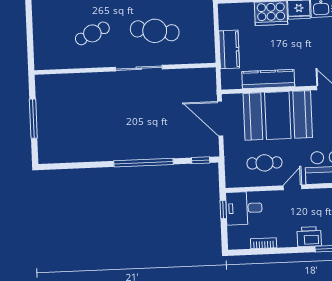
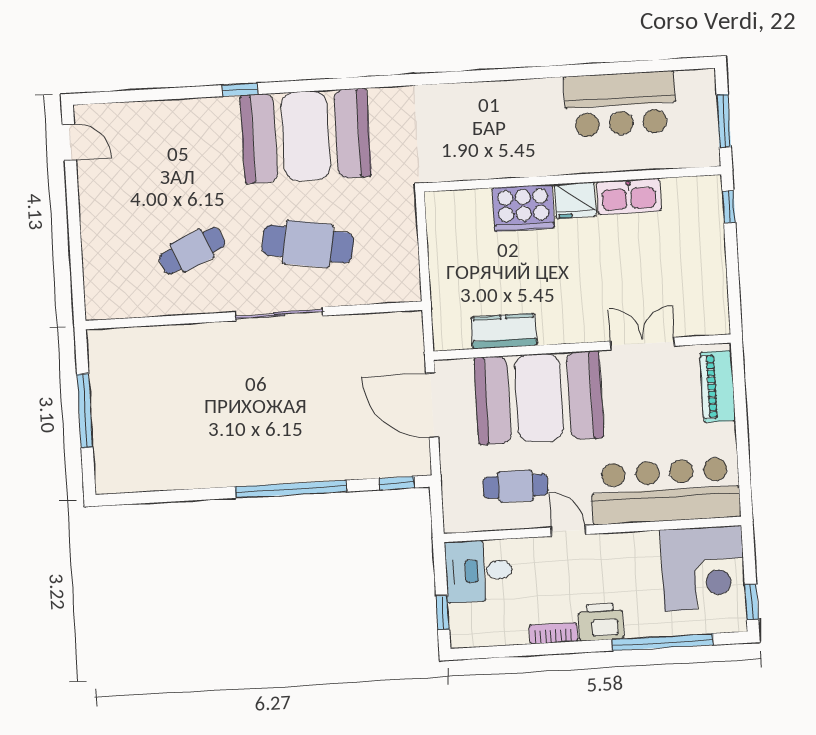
kitchen counter: (229, 49) -> (447, 276), removed
kitchen counter: (268, 79) -> (504, 331), width x0.67
door: (293, 187) -> (568, 531), hinge flipped
window: (223, 210) -> (443, 613), moved
bookcase: (264, 243) -> (553, 633), moved

